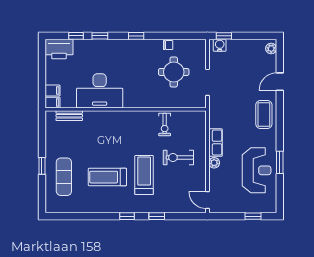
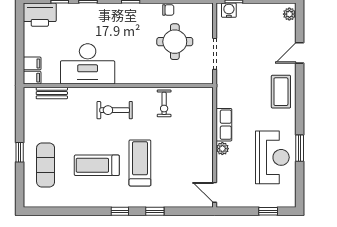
exercise bike: (178, 157) -> (115, 110), moved

